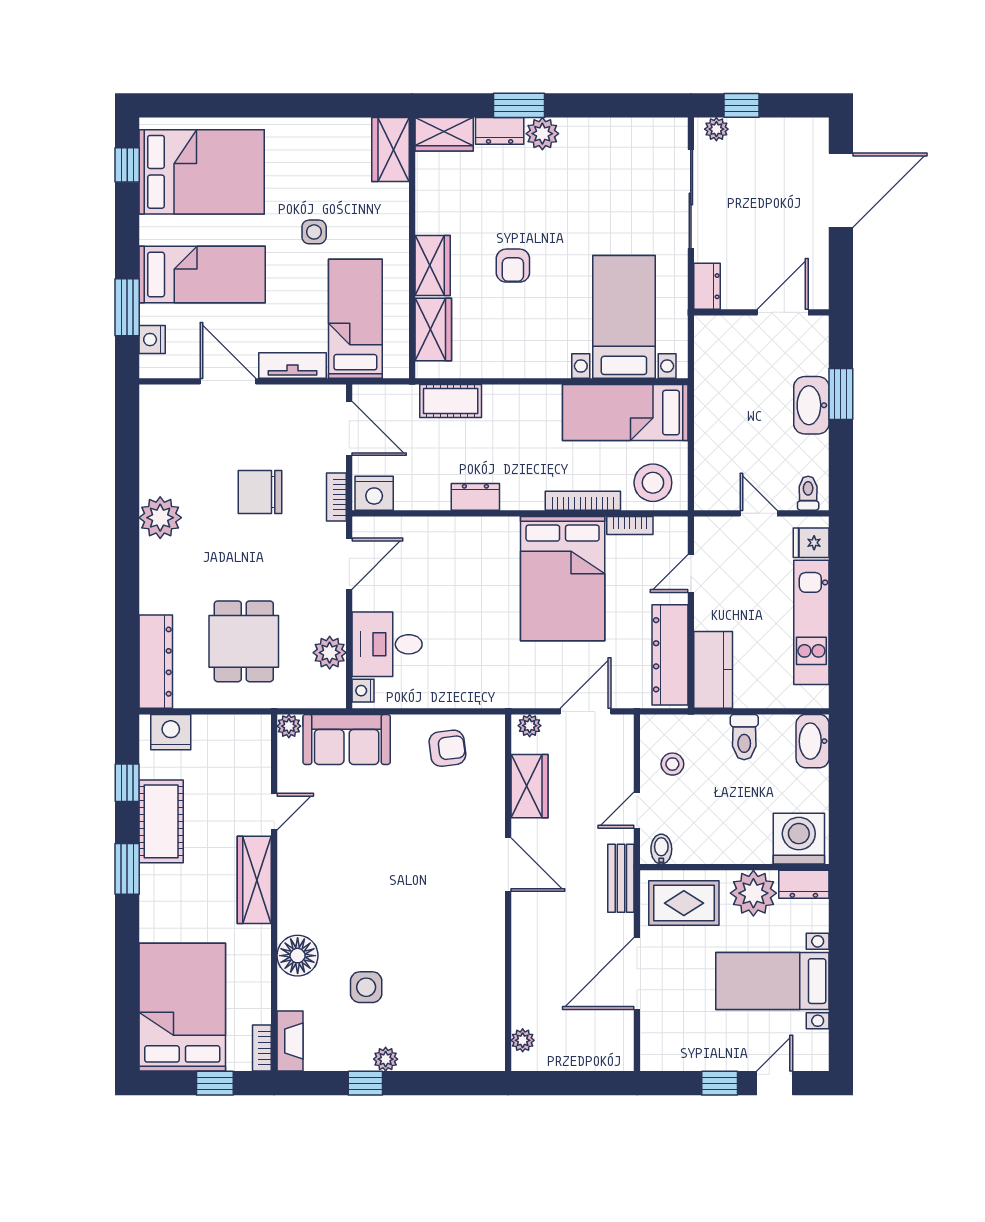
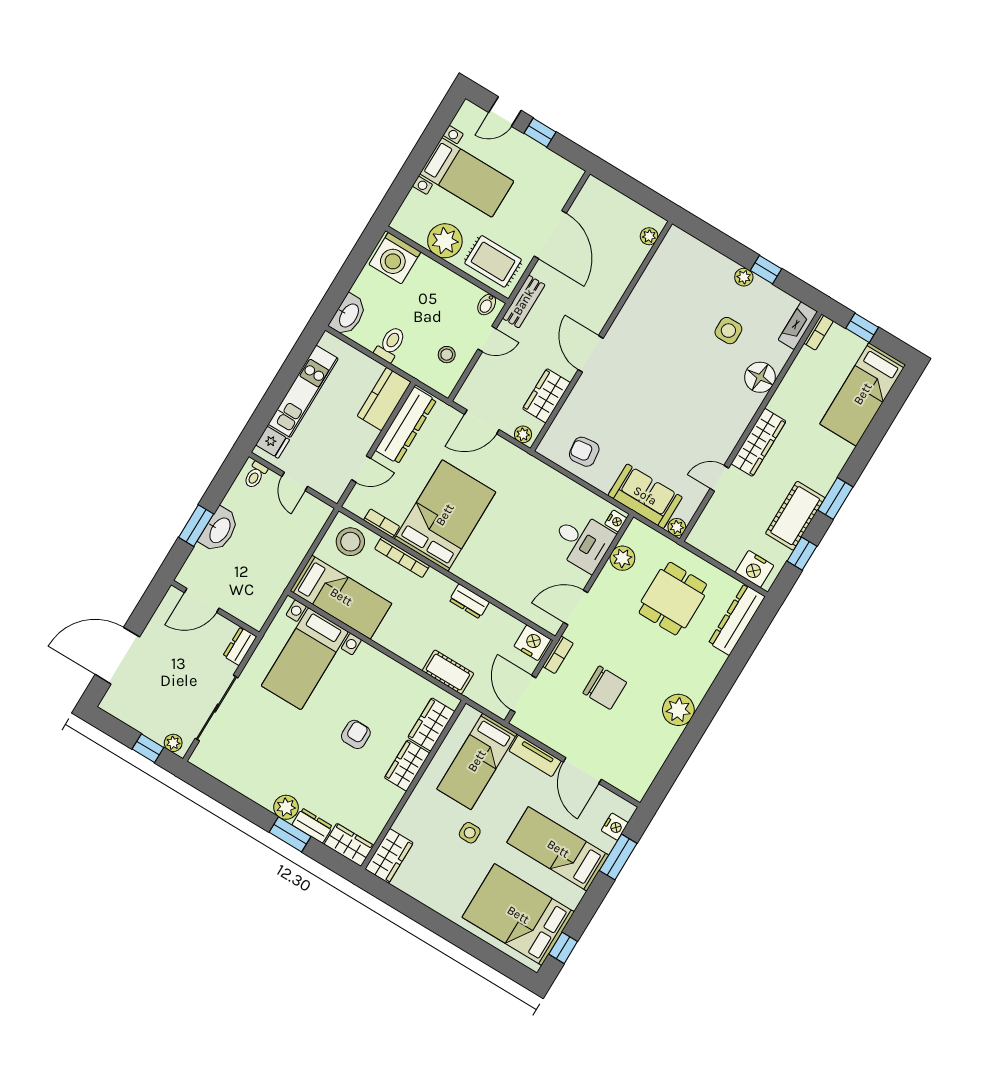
dresser: (804, 884) -> (409, 227), removed
door: (637, 974) -> (550, 235), hinge flipped
bed: (182, 1007) -> (863, 394), width x0.67

